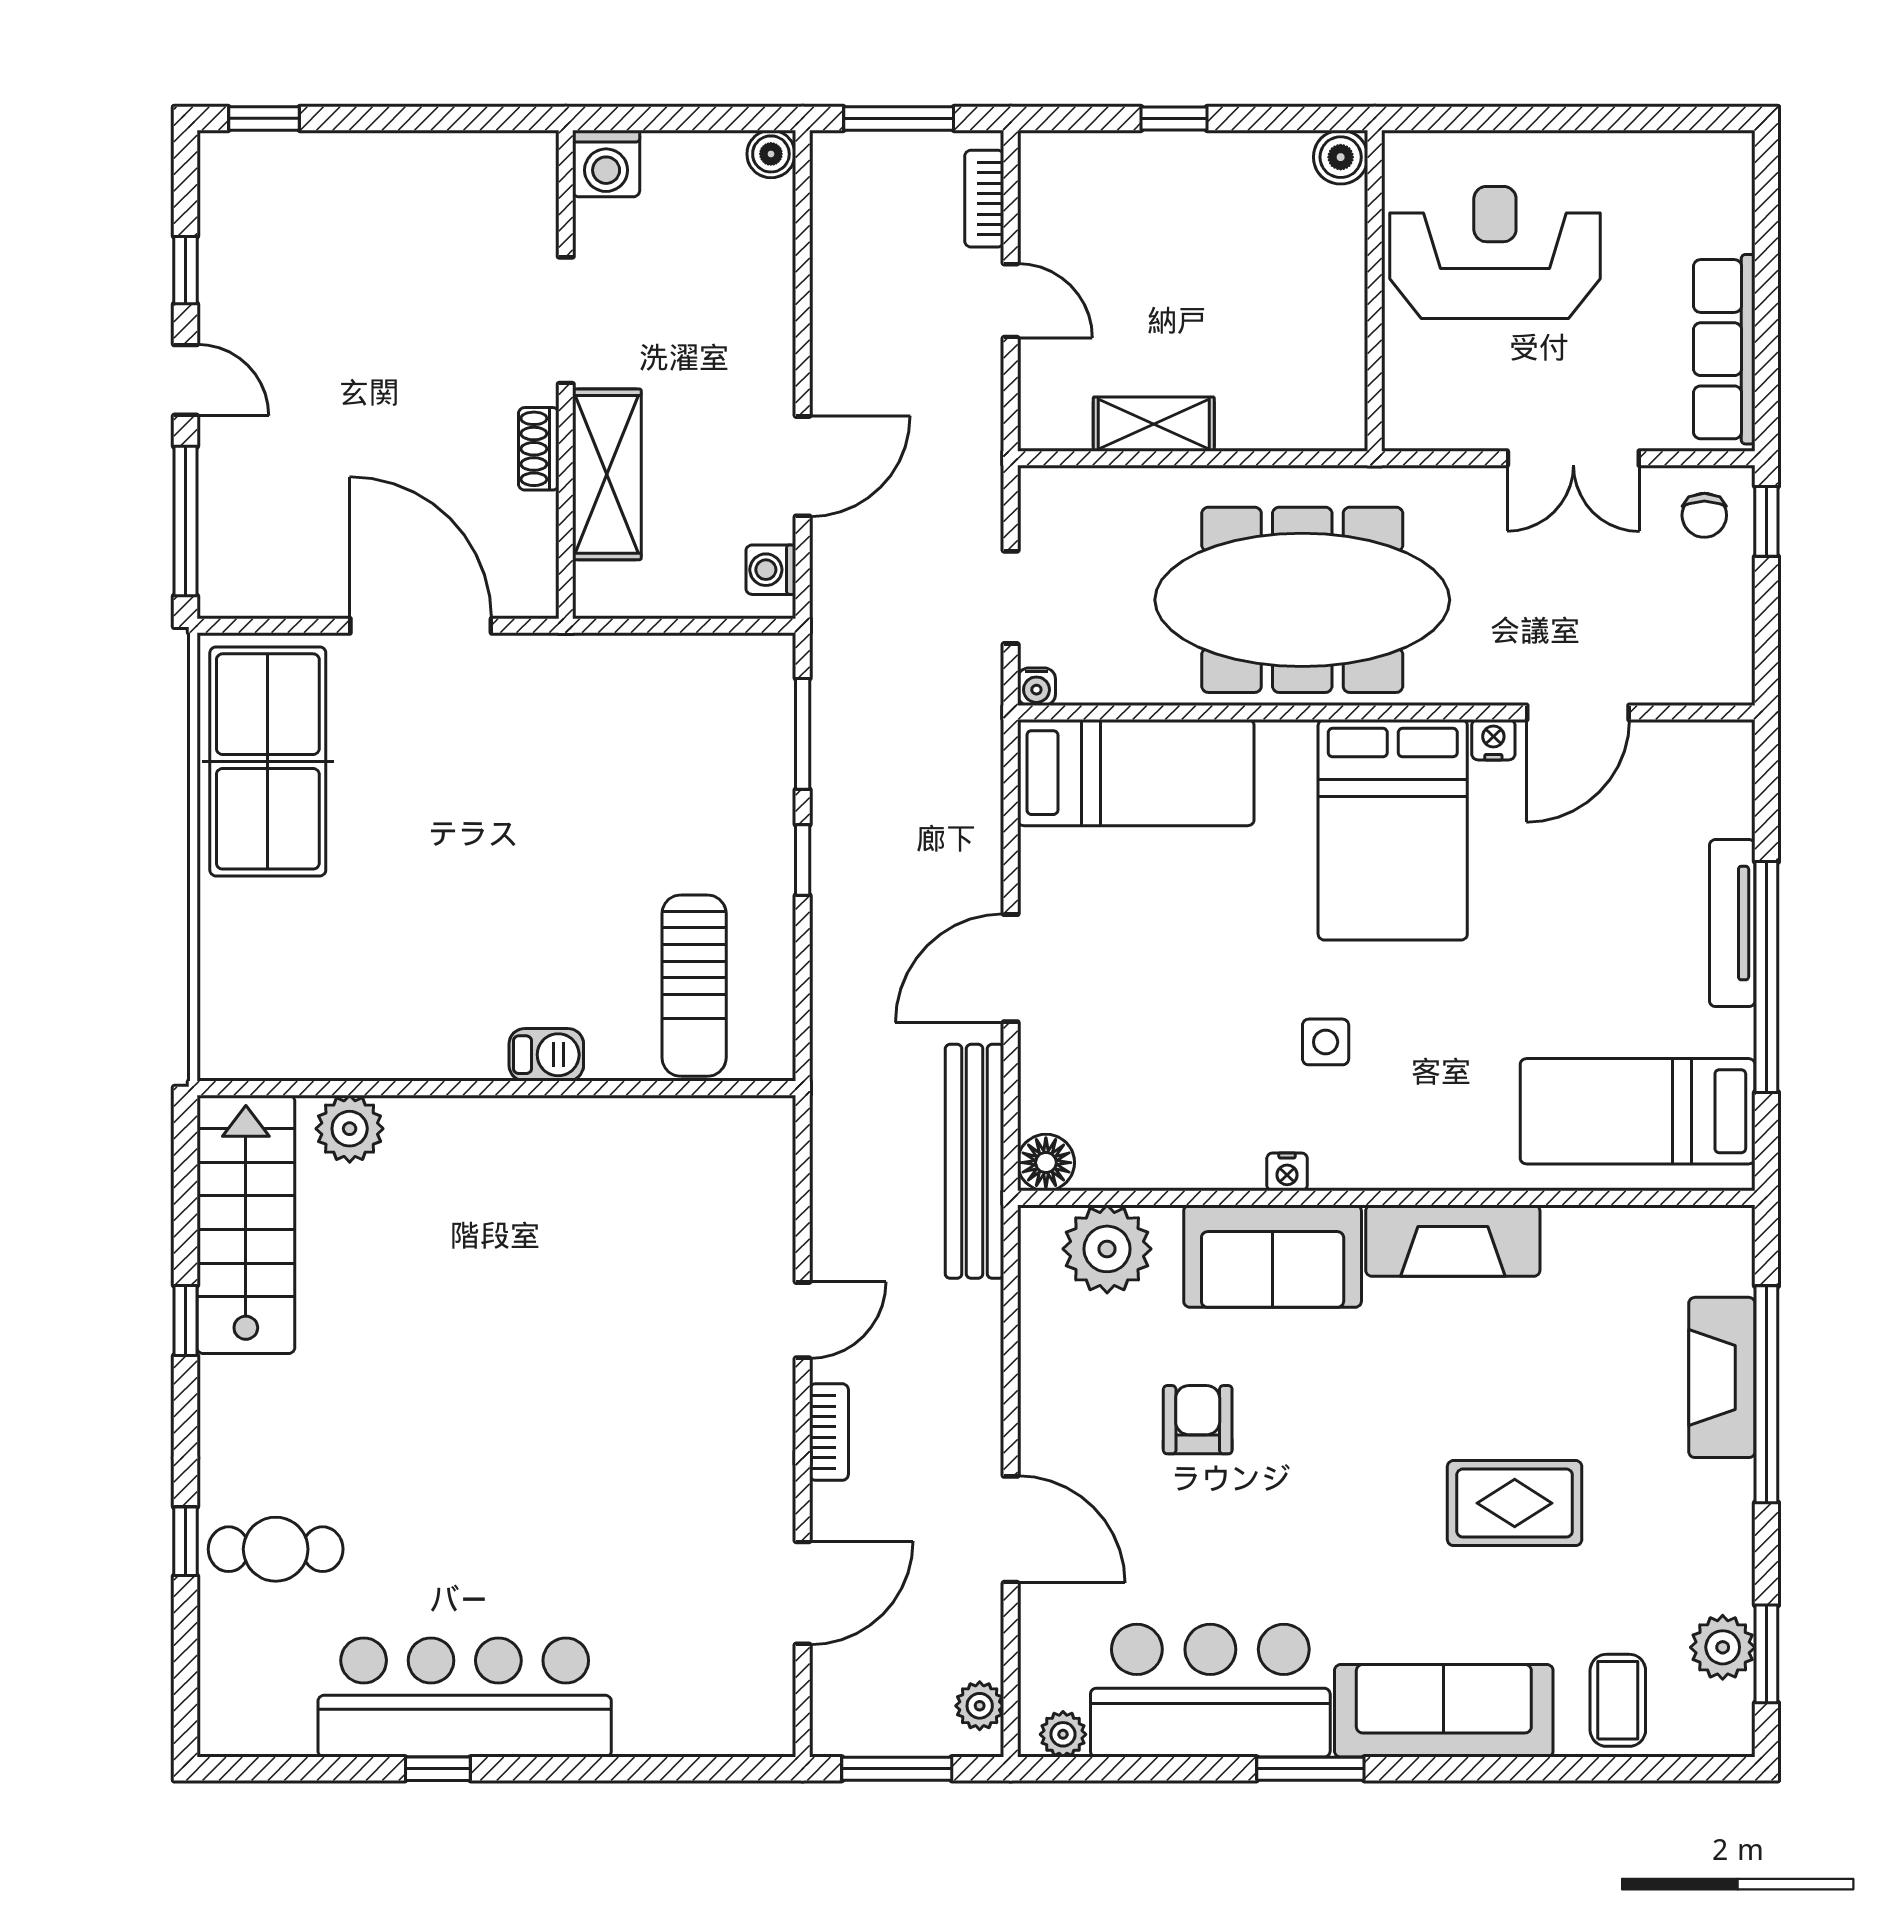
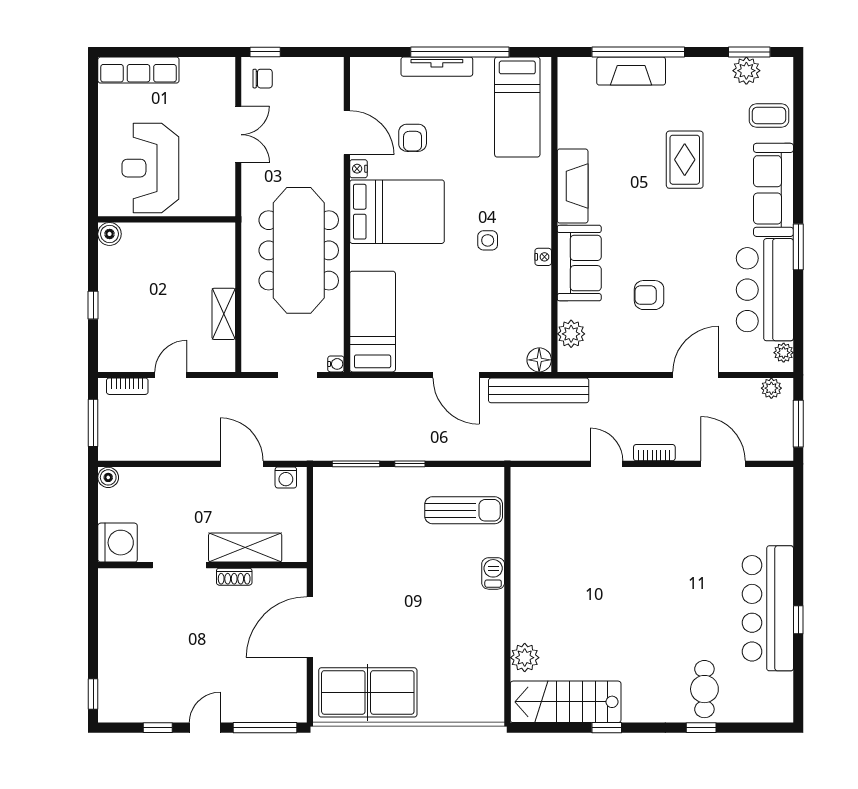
washing machine: (606, 163) -> (118, 543), width x1.37, depth x1.37
row of seats: (1724, 349) -> (138, 70), moved
armchair: (1566, 866) -> (413, 138), added
plant: (1107, 1249) -> (571, 334), width x0.73, depth x0.73

